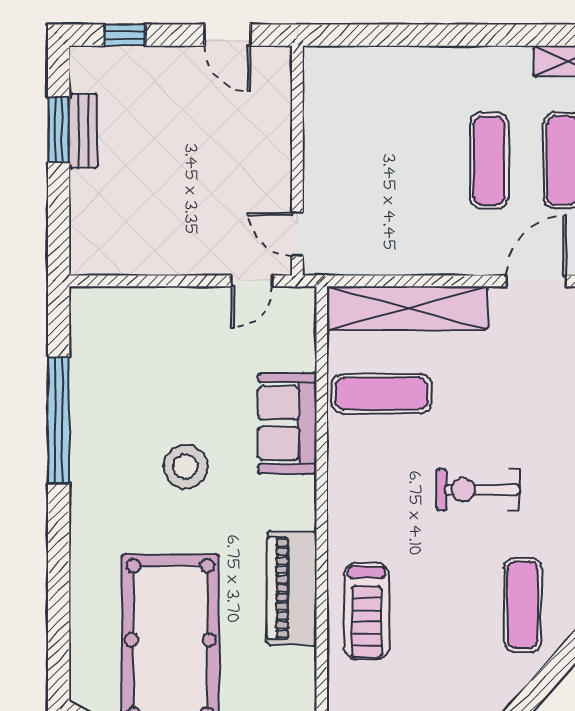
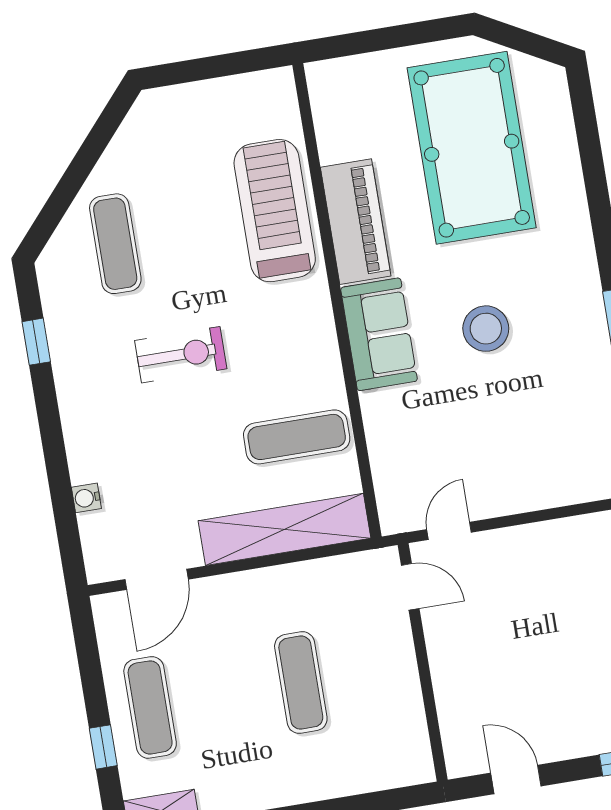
exercise mat: (489, 161) -> (301, 683), moved
sofa: (287, 423) -> (379, 334), moved
treadmill: (367, 611) -> (275, 211), width x1.37, depth x1.38

